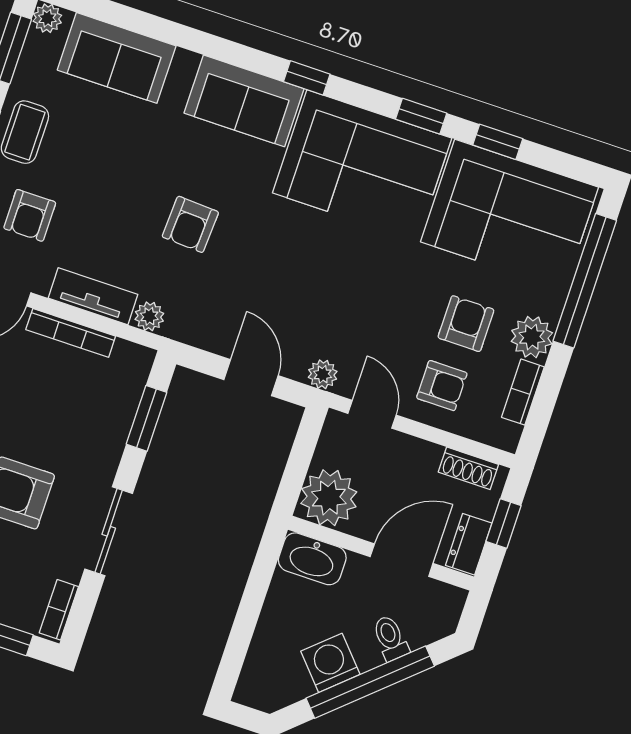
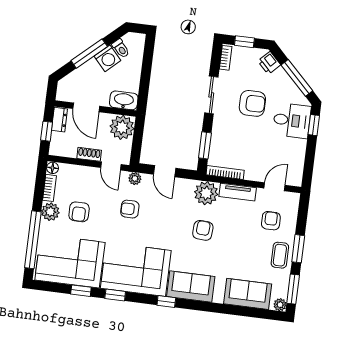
plant: (149, 316) -> (206, 193), width x1.88, depth x1.88
bookcase: (71, 333) -> (225, 172), moved
armchair: (442, 386) -> (130, 209), moved
floor lamp: (507, 437) -> (53, 168), added
shoe rack: (468, 468) -> (89, 154), moved
door: (402, 560) -> (86, 107), hinge flipped
toilet: (390, 638) -> (121, 48), moved
window: (370, 682) -> (89, 54), width x0.68

